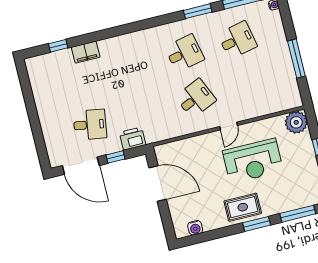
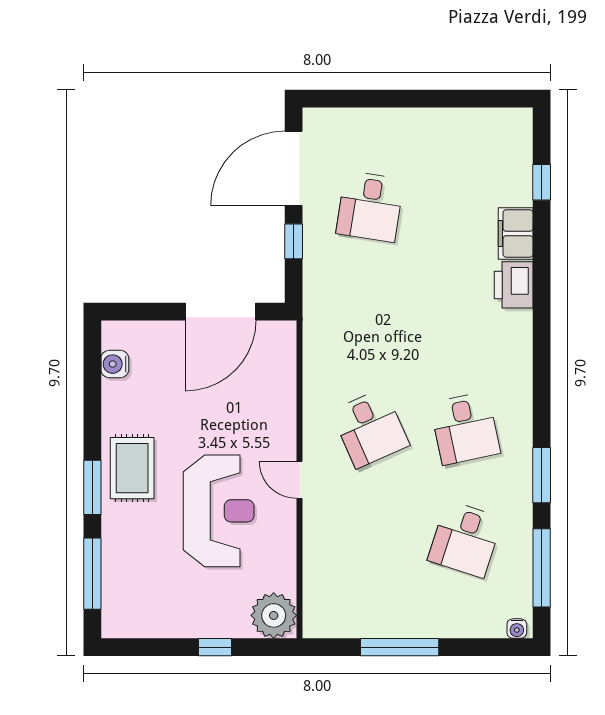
desk: (237, 40) -> (465, 539), turned 30
printer: (133, 139) -> (514, 285), moved, turned 180
reception desk: (253, 161) -> (219, 511), turned 180

